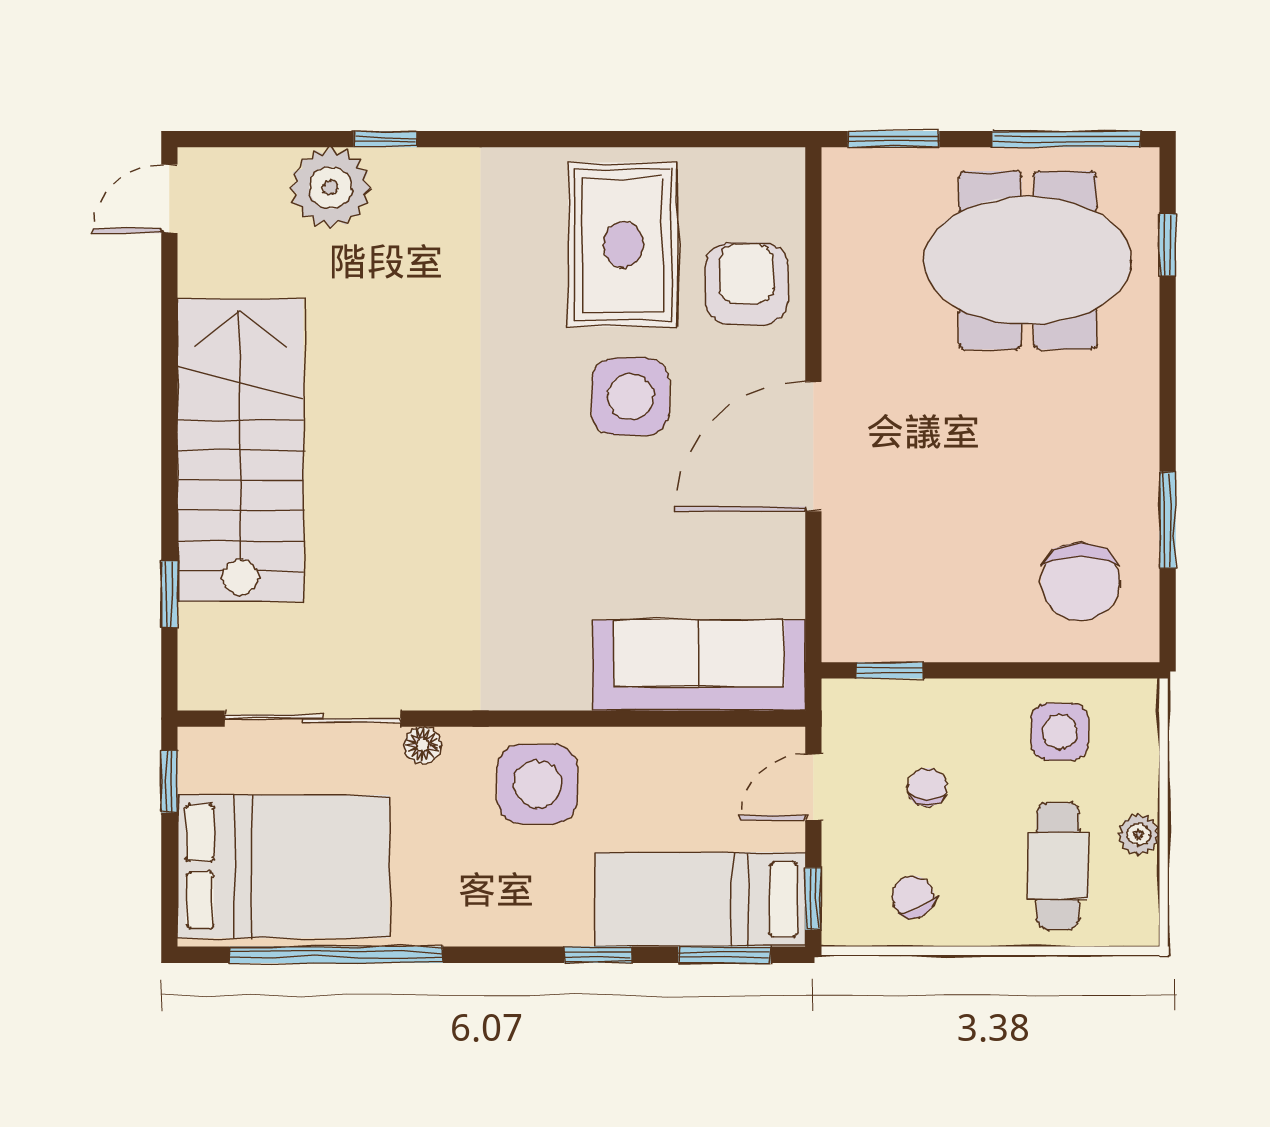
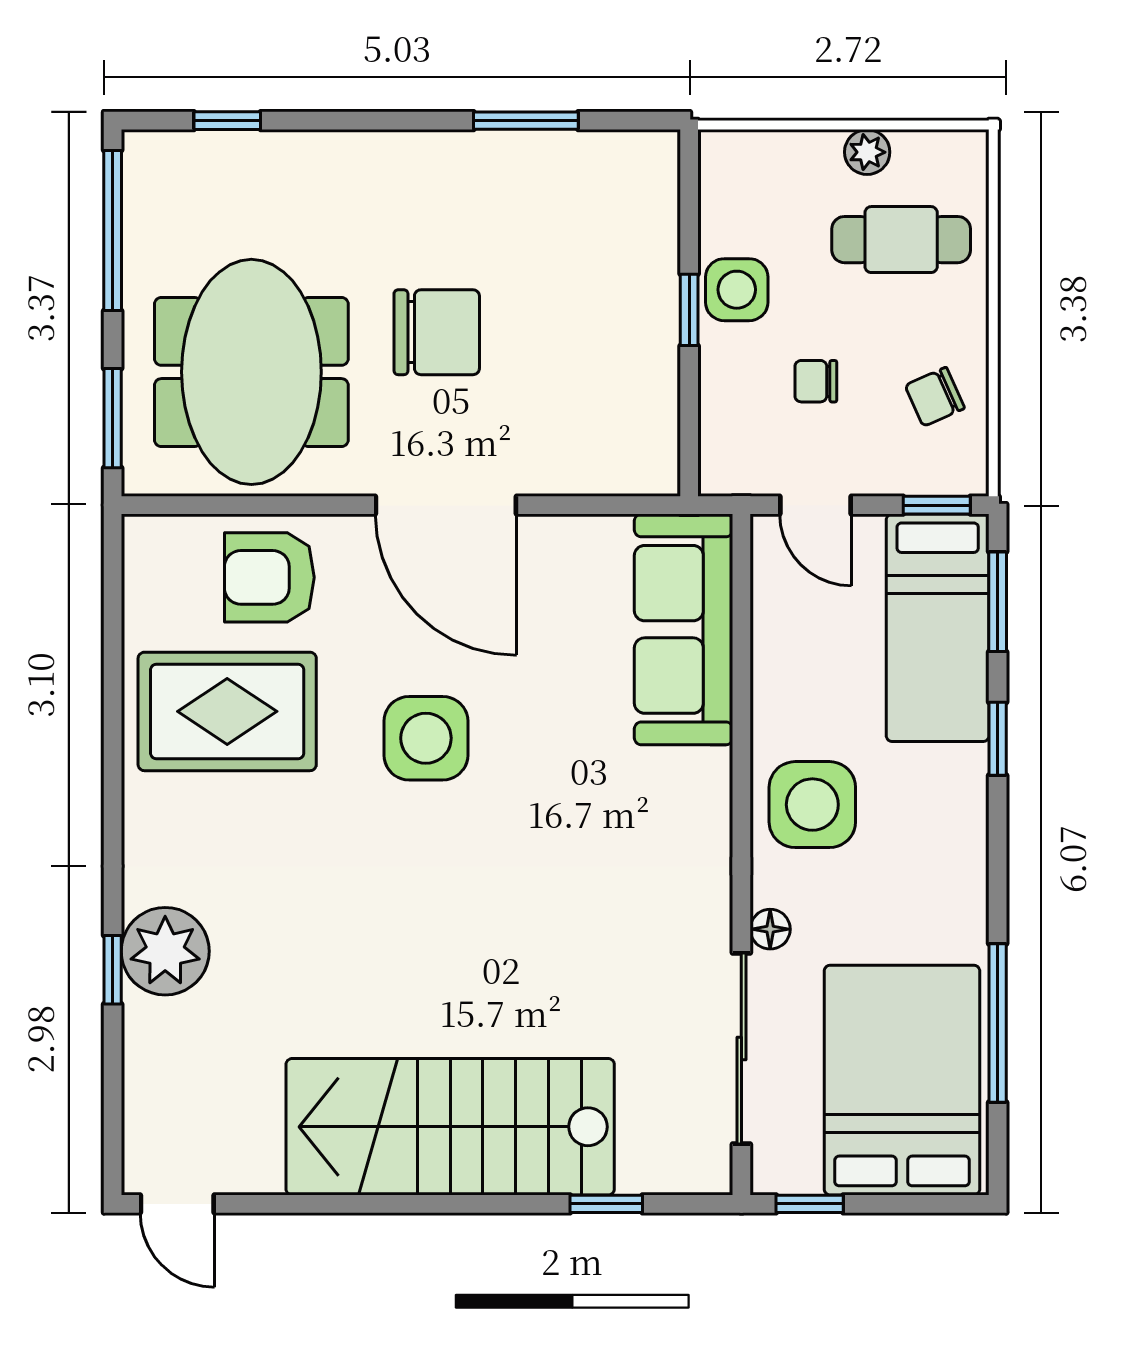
plant: (331, 188) -> (165, 951), moved
meeting table: (1028, 260) -> (251, 372), moved
side table: (630, 397) -> (426, 738), moved
chair: (1080, 582) -> (437, 332), moved
window: (890, 670) -> (689, 310), moved
side table: (1060, 732) -> (737, 290), moved
window: (336, 955) -> (998, 1023), width x0.68

